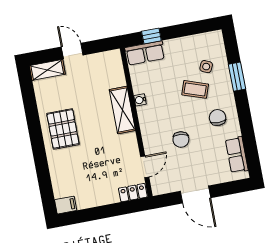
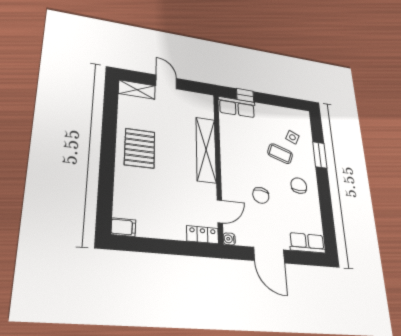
water cooler: (140, 100) -> (229, 239), moved
shelving: (122, 110) -> (206, 150), width x1.47
row of seats: (237, 155) -> (307, 243), moved, turned 90

